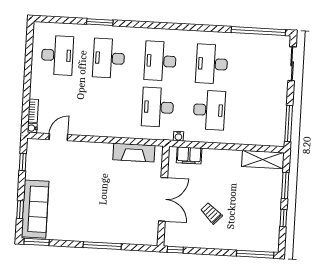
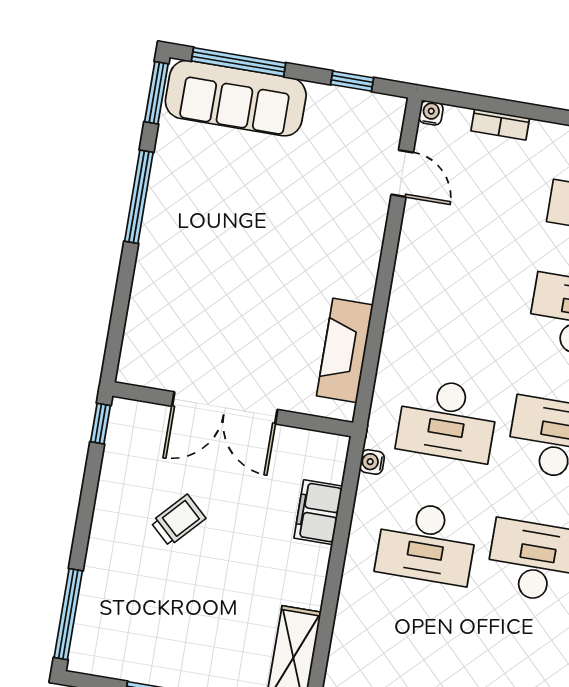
desk: (158, 107) -> (447, 420), turned 180
bookcase: (33, 111) -> (500, 124), moved
filing cabinet: (189, 155) -> (318, 512), moved
window: (20, 210) -> (239, 62), width x2.17
window: (102, 246) -> (139, 197), moved

